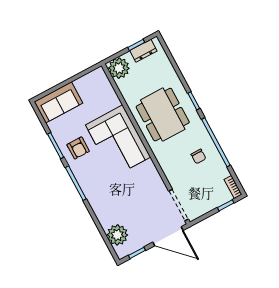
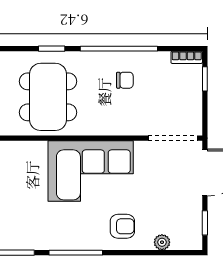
dining table: (163, 115) -> (48, 97), turned 90
corner sofa: (118, 141) -> (91, 171), moved
armchair: (78, 148) -> (122, 226), moved
plant: (117, 235) -> (162, 242), width x0.53, depth x0.53

